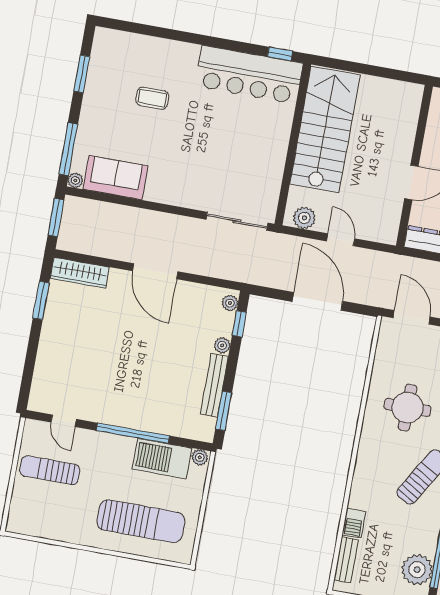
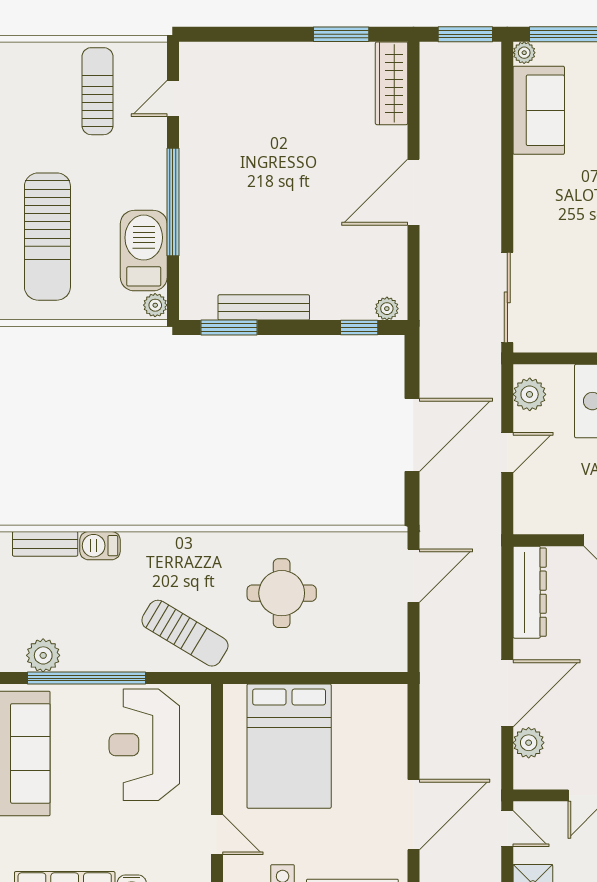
plant: (222, 345) -> (323, 309), removed
plant: (417, 570) -> (43, 655), width x0.73, depth x0.73

